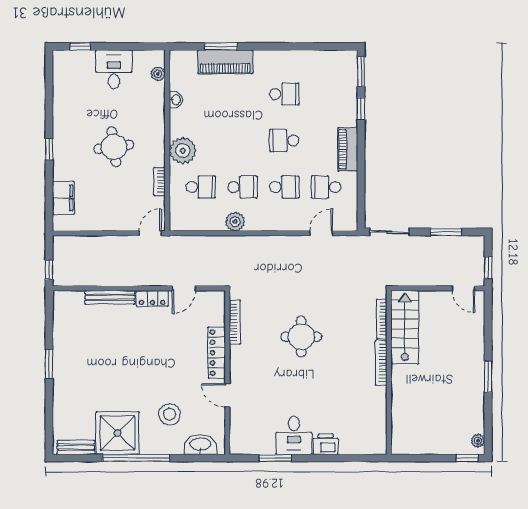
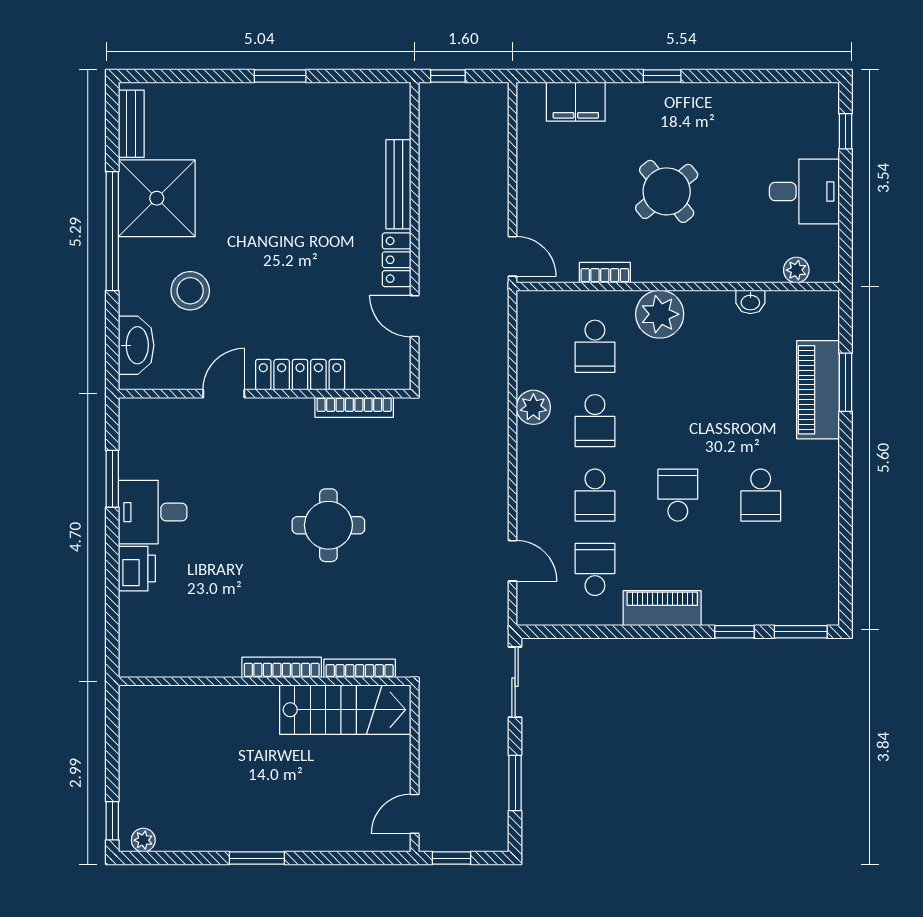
round table: (114, 147) -> (667, 191), turned -31

